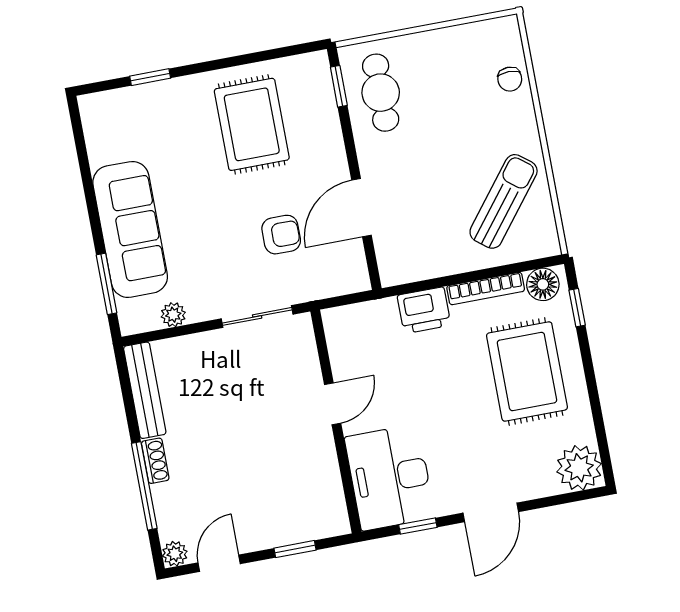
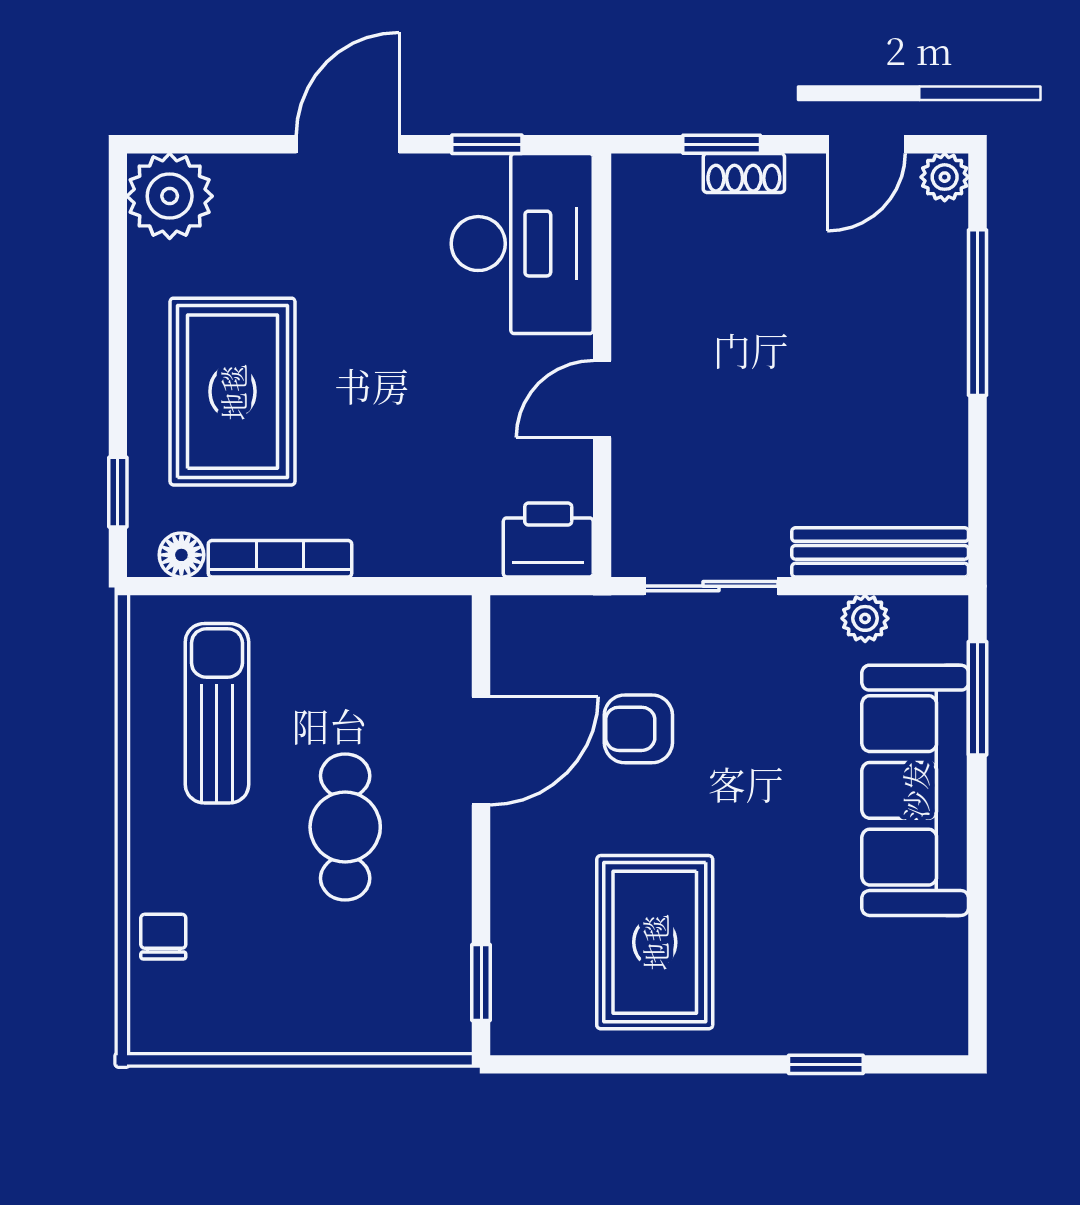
cafe table: (381, 93) -> (345, 827), moved
sun lounger: (504, 201) -> (217, 713), turned 142
floor lamp: (543, 284) -> (181, 555), width x0.73, depth x0.73
printer: (424, 310) -> (548, 540), moved
bench: (145, 390) -> (880, 552), moved, turned 90
shoe rack: (155, 461) -> (744, 173), moved, turned -90

